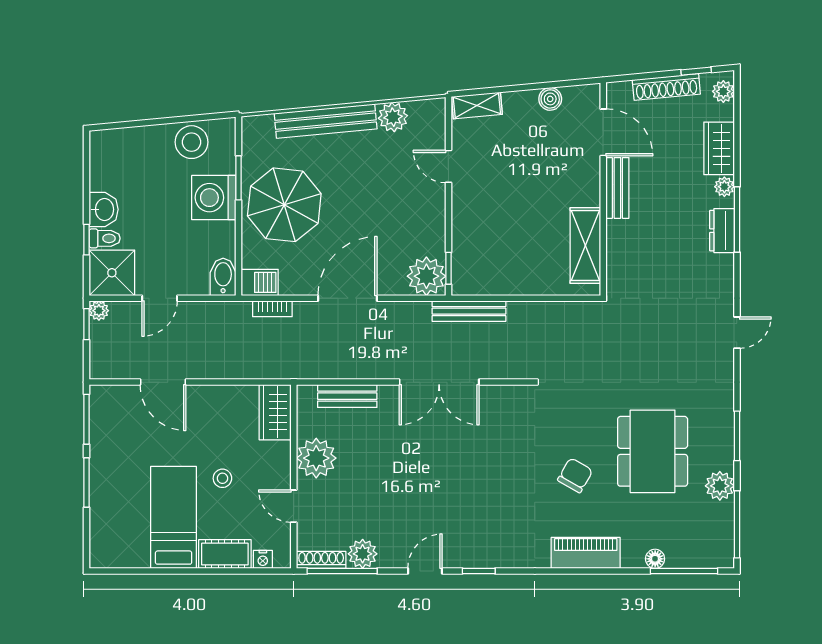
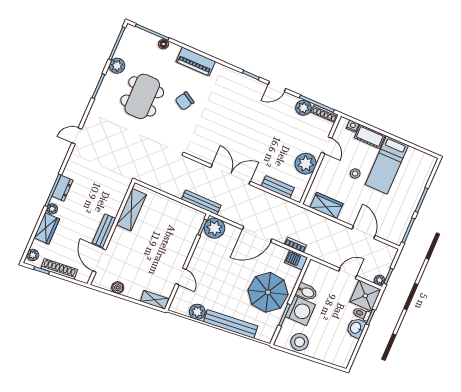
bidet: (223, 277) -> (307, 292), moved, turned -90
wardrobe: (275, 412) -> (326, 206), moved, turned -90

